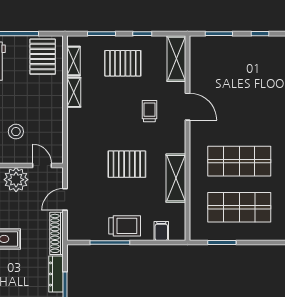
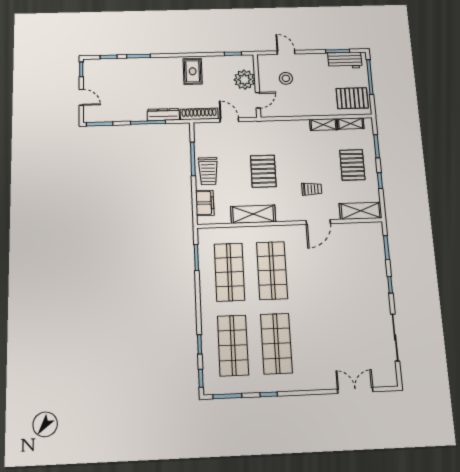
filing cabinet: (161, 231) -> (205, 203), width x2.00

